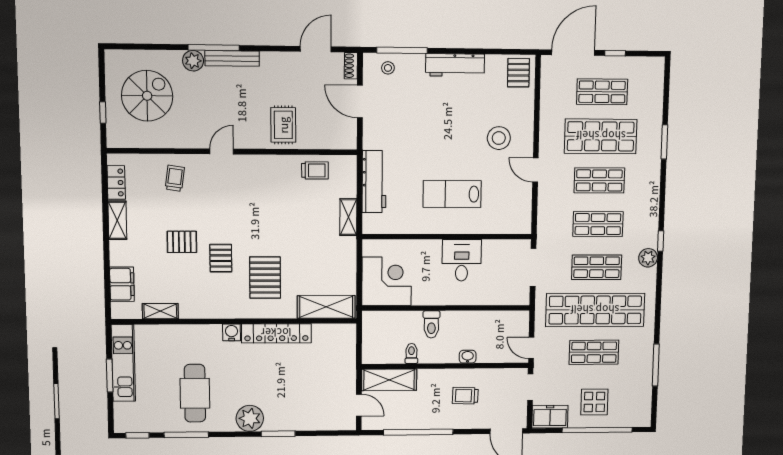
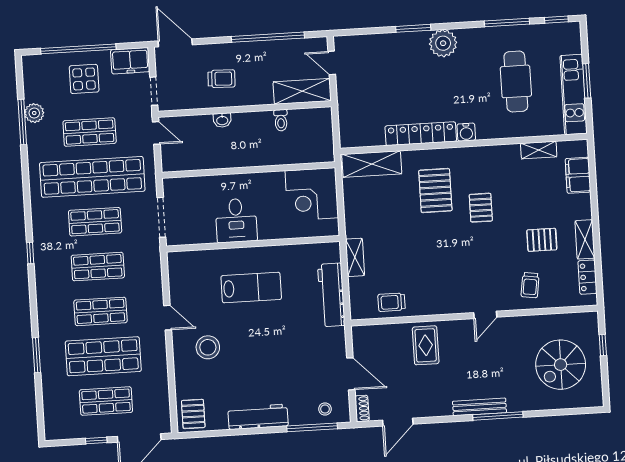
plant: (193, 61) -> (517, 402), removed
pallet: (182, 242) -> (542, 240), moved
plant: (648, 258) -> (34, 113), moved
toilet: (431, 324) -> (262, 152), removed
cafe table: (195, 393) -> (516, 81), moved

